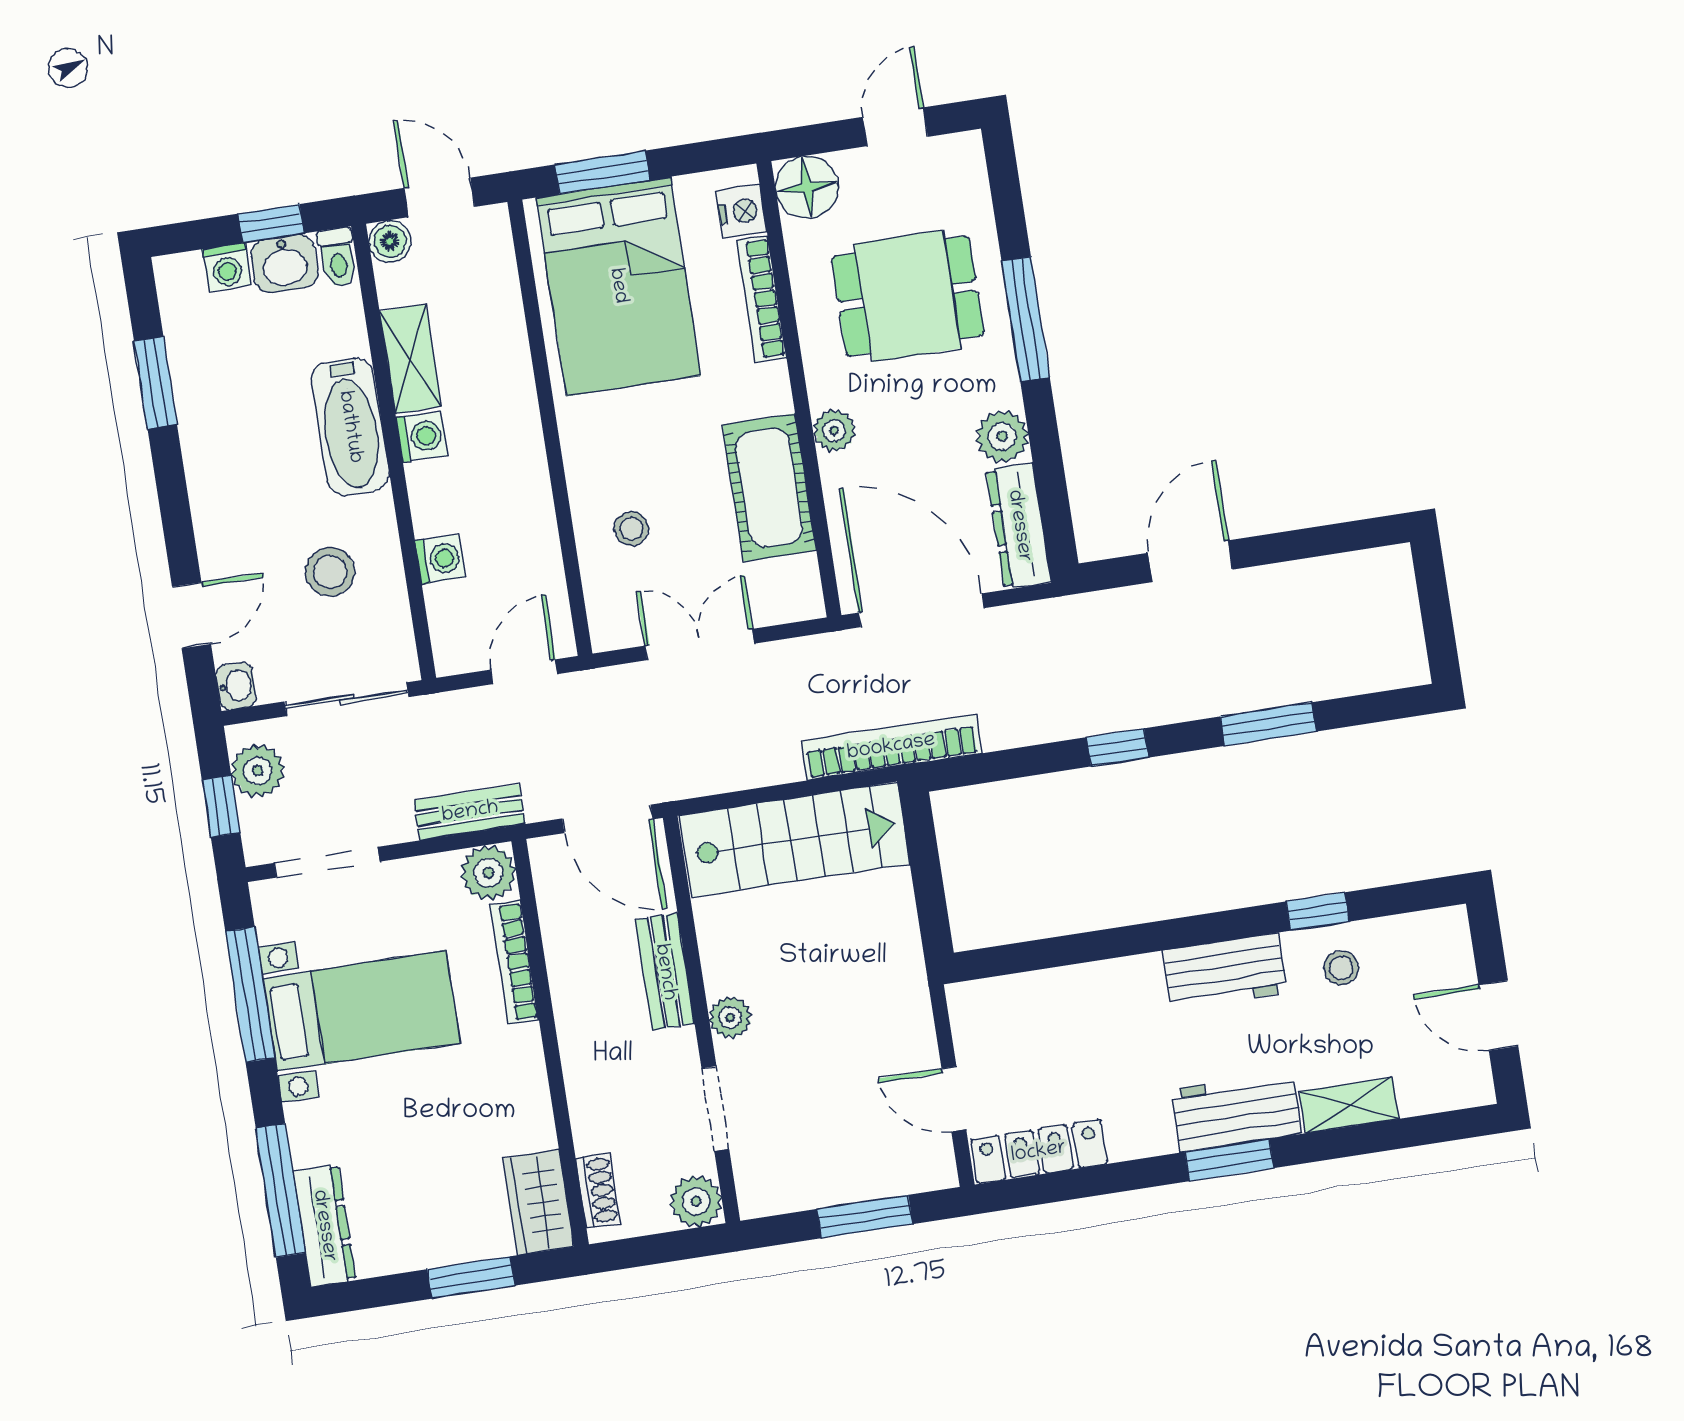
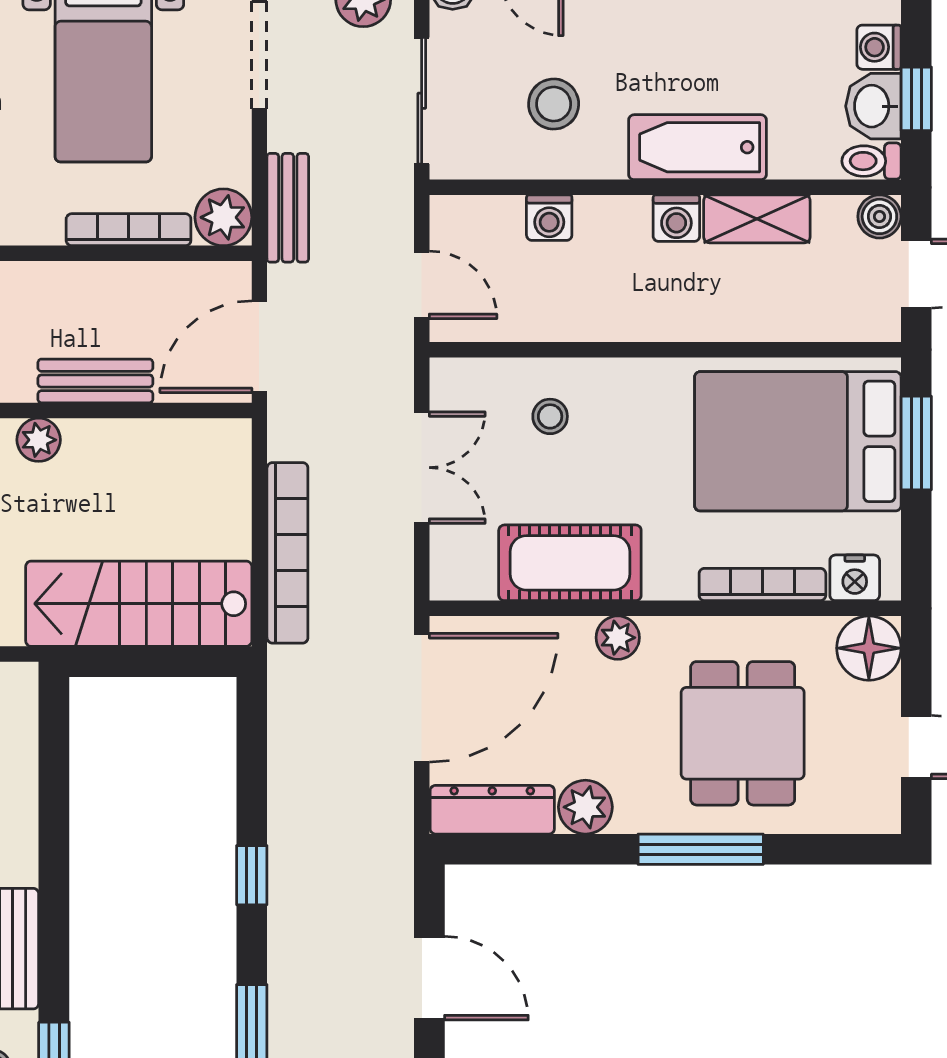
bookcase: (891, 747) -> (287, 553), moved
stairs: (795, 839) -> (139, 604), moved, turned 90

